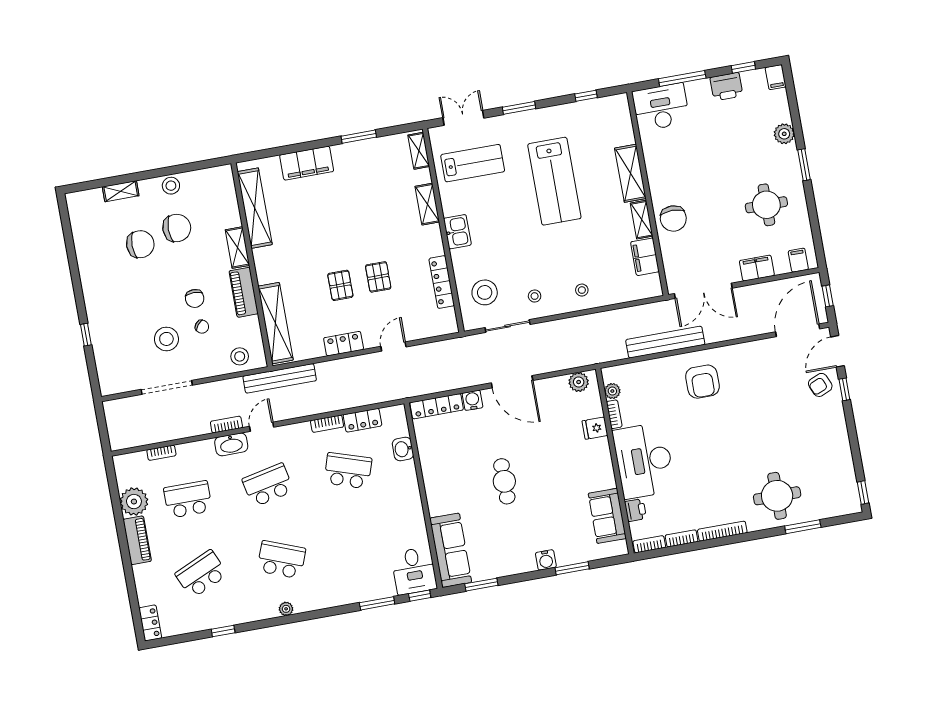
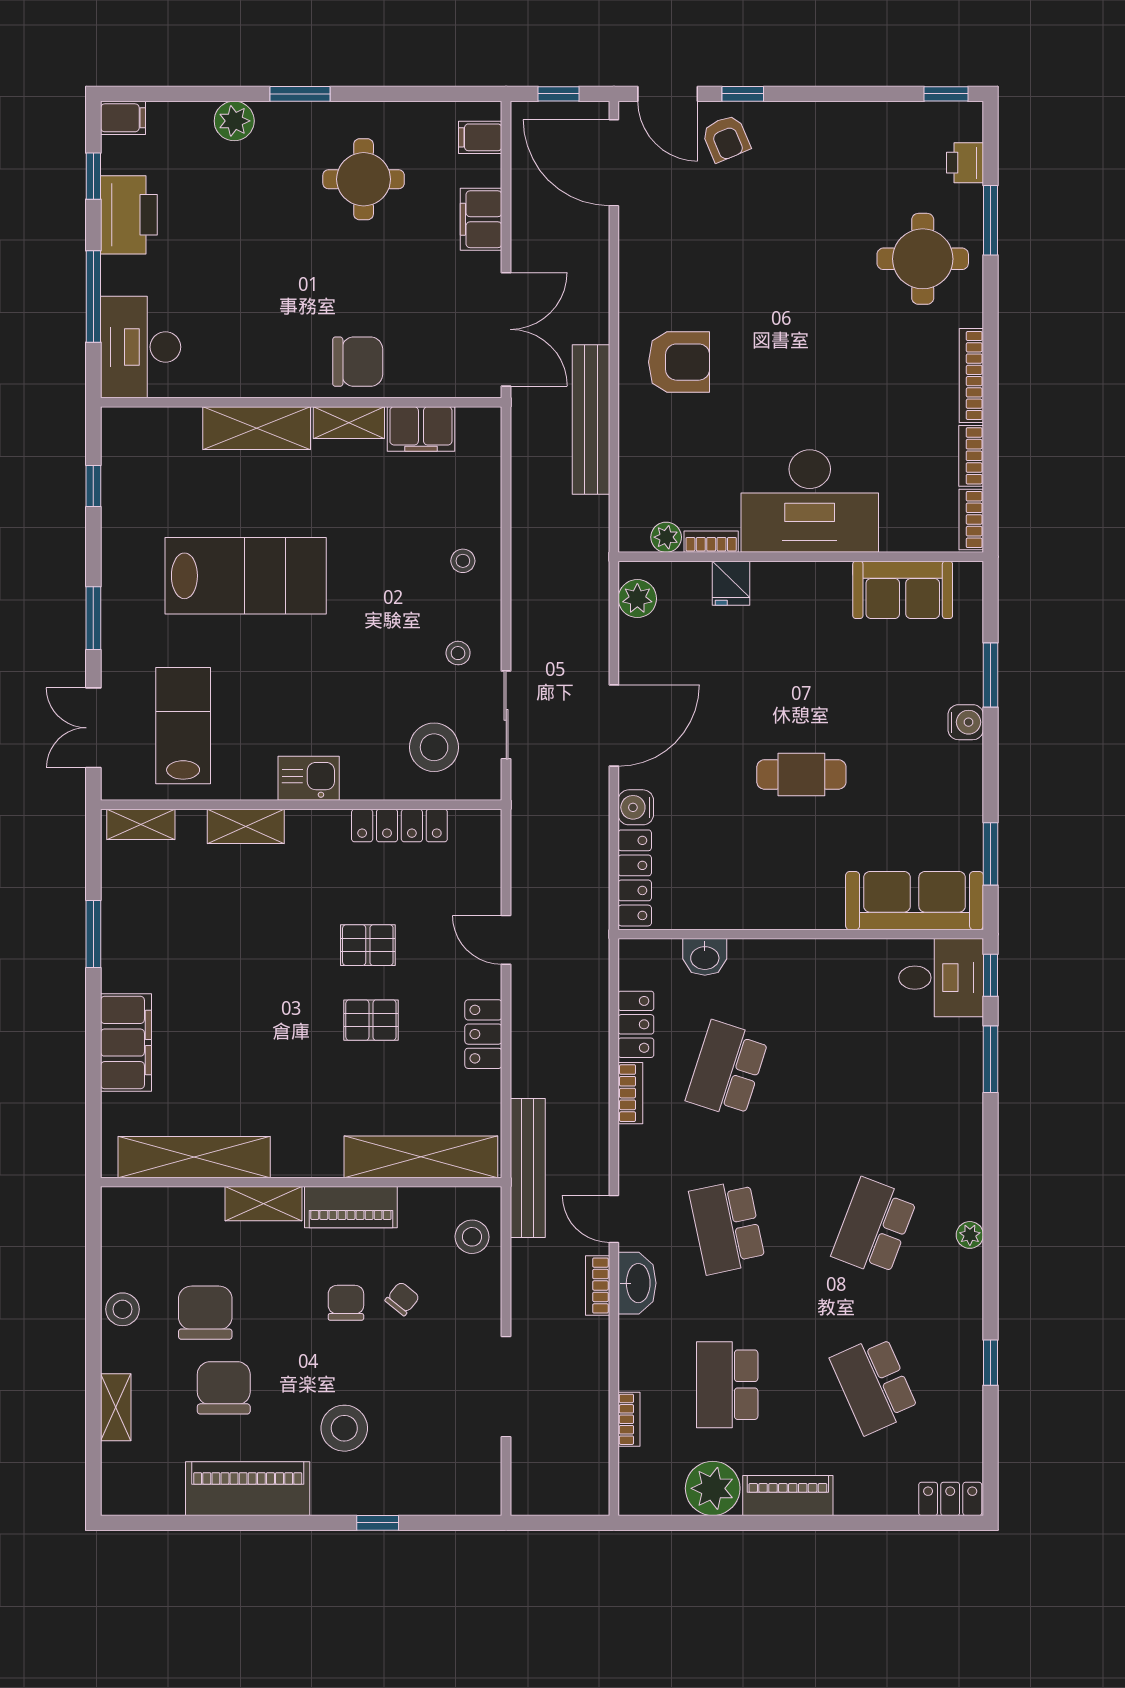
printer: (726, 87) -> (129, 215), width x1.37, depth x1.19
piano: (91, 266) -> (248, 1489), added
chair: (195, 298) -> (346, 1303), turned -90
stool: (166, 339) -> (344, 1428), moved
printer: (635, 510) -> (965, 163), moved, turned -90

